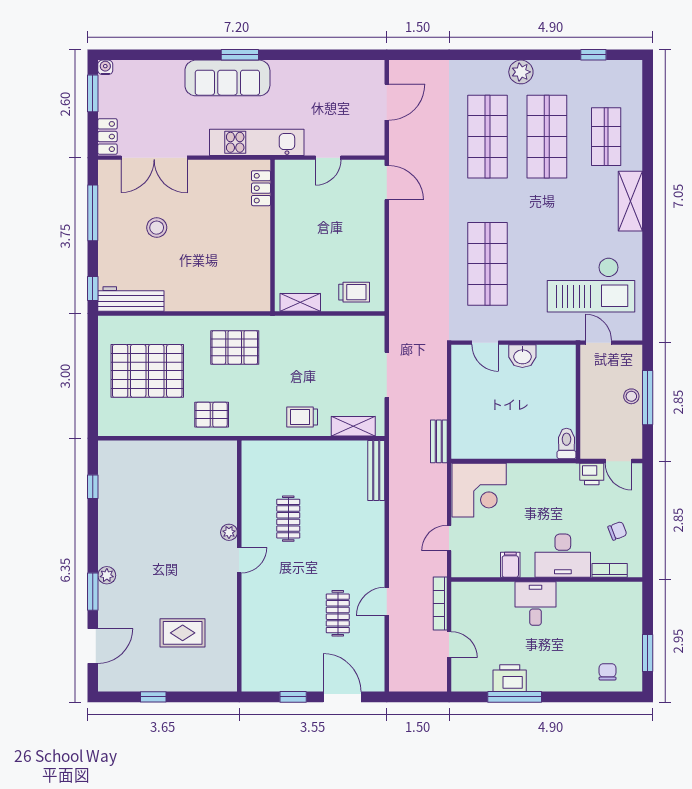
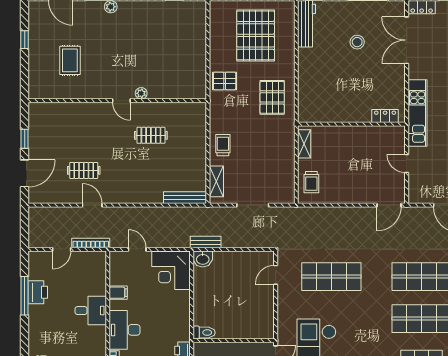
washbasin: (522, 356) -> (203, 259), moved, turned -90
pallet: (212, 415) -> (225, 81), turned 90

